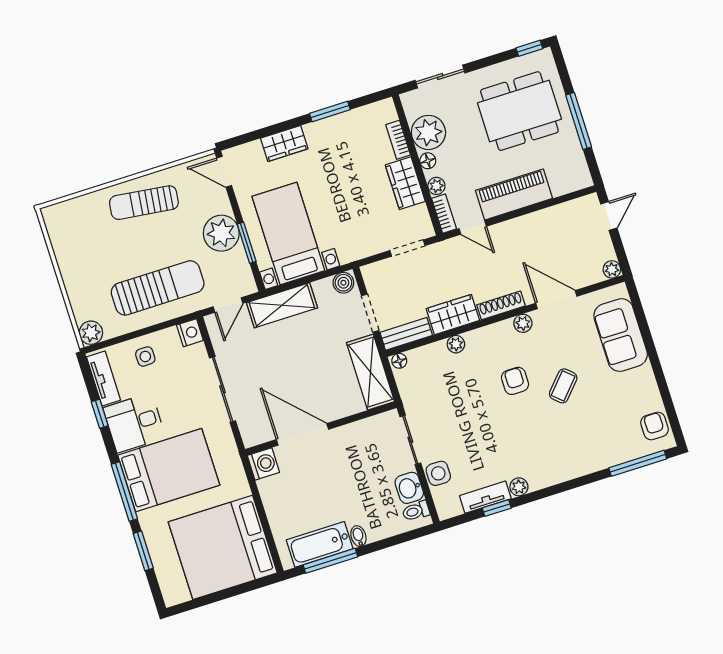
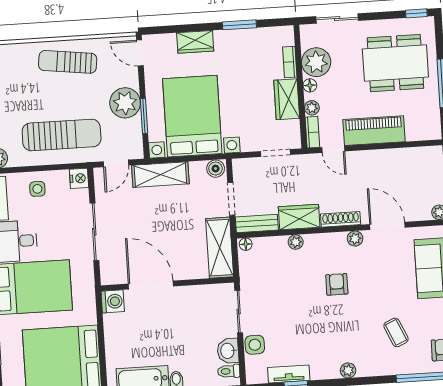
bed with nightstands: (288, 234) -> (192, 116), width x1.36
coffee table: (563, 386) -> (396, 332), moved, turned -66
plant: (519, 487) -> (348, 370), moved

